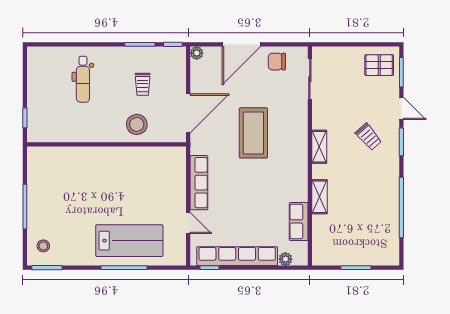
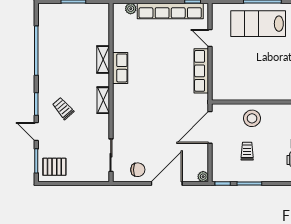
coffee table: (253, 133) -> (157, 111), removed
row of seats: (299, 221) -> (120, 68), moved

